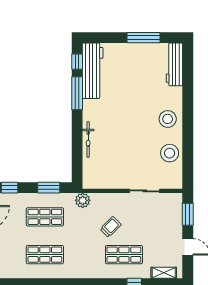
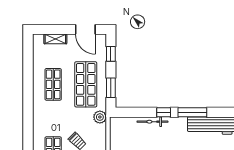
window: (77, 62) -> (164, 112), moved
shop shelf: (45, 217) -> (86, 84), width x1.43, depth x1.36

